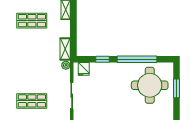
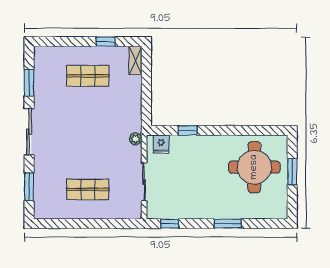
shelving: (65, 49) -> (135, 116), removed
window: (137, 59) -> (236, 130), removed

